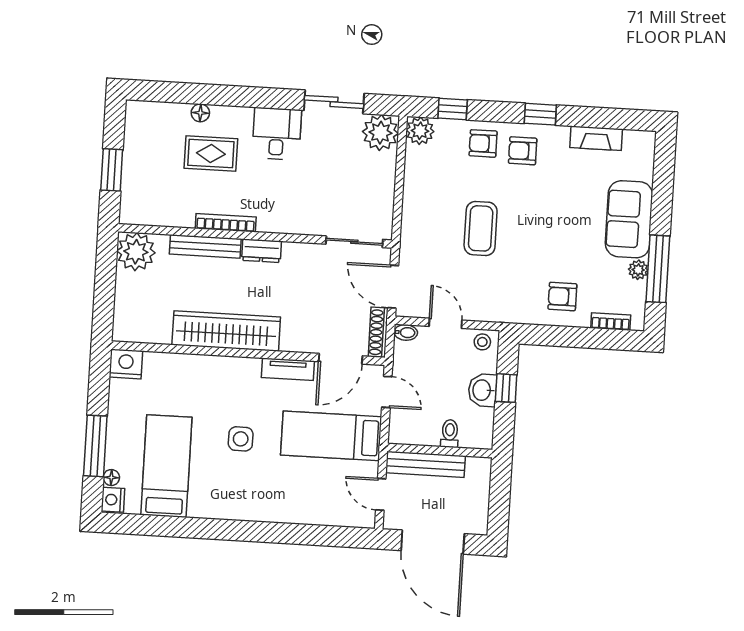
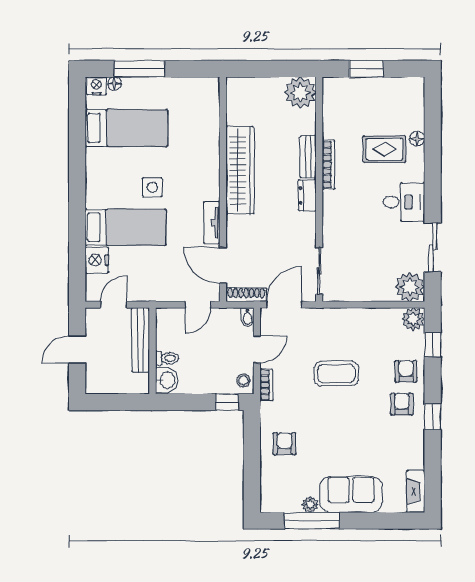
fireplace: (596, 138) -> (416, 492), moved
rug: (211, 154) -> (384, 149), turned 90
bench: (205, 246) -> (308, 157), width x0.73
bookcase: (611, 322) -> (266, 385), moved
nightstand: (126, 364) -> (97, 260), moved, turned 180
window: (506, 388) -> (227, 402), moved
washbasin: (482, 390) -> (167, 380), moved, turned 90
bed: (331, 436) -> (126, 227), moved, turned 90
door: (433, 542) -> (77, 350), width x0.53

